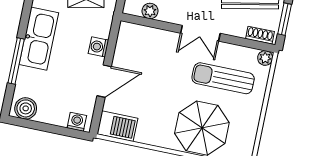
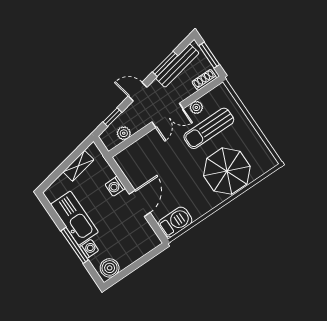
plant: (265, 58) -> (196, 107), moved
washing machine: (77, 122) -> (89, 249), moved, turned 90

